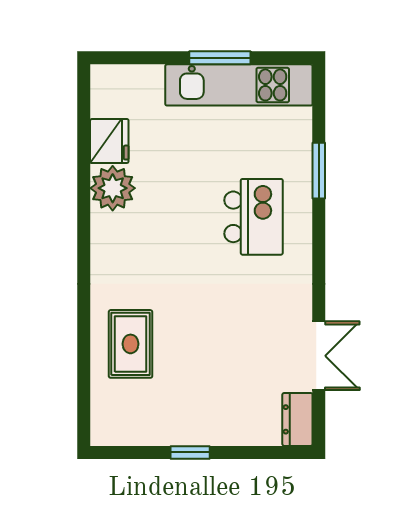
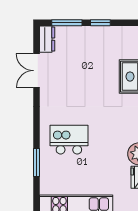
kitchen island: (254, 217) -> (69, 140), turned 90
window: (258, 452) -> (67, 23), added

